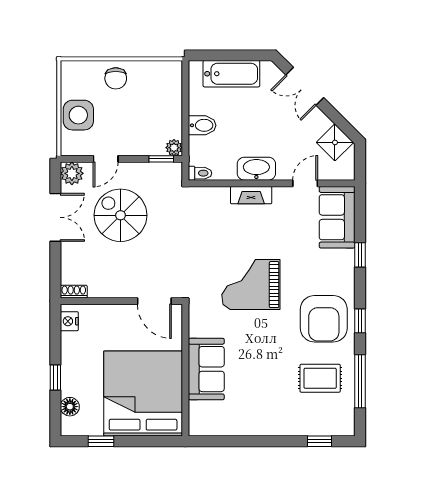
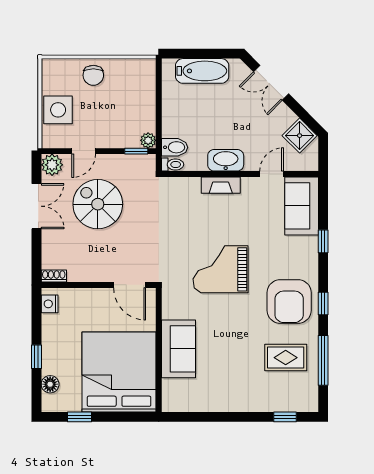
bidet: (202, 125) -> (175, 147), moved

